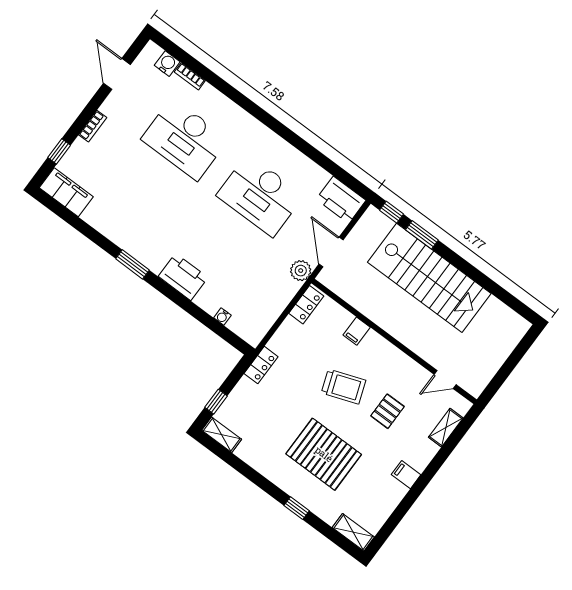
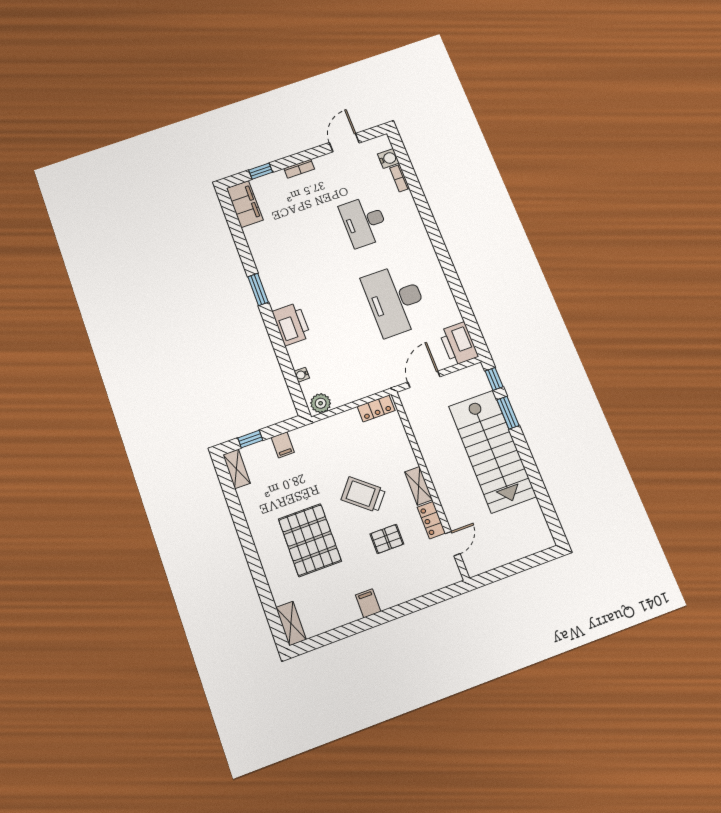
desk: (185, 139) -> (364, 221), width x0.73, depth x0.77
plant: (301, 271) -> (321, 403), moved
filing cabinet: (357, 331) -> (283, 445), moved, turned -90
locker: (261, 365) -> (431, 520), moved, turned 90
door: (445, 379) -> (453, 544), swing flipped
trolley: (344, 387) -> (363, 495), turned 150
shelving: (446, 428) -> (419, 486), moved, turned 90
window: (297, 508) -> (257, 571), removed

